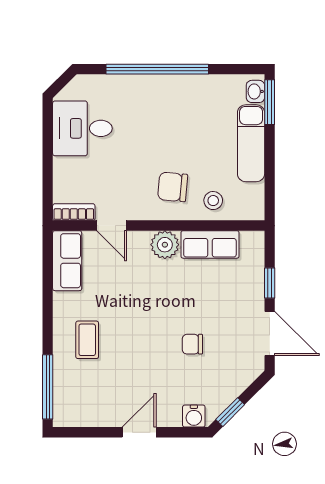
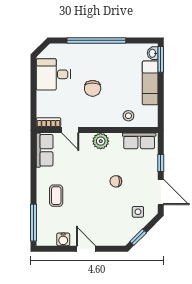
chair: (173, 187) -> (93, 88), moved, turned -95
row of seats: (210, 244) -> (139, 141), moved
chair: (192, 344) -> (116, 181), moved
side table: (230, 368) -> (138, 212), added
water cooler: (194, 416) -> (63, 239), moved
door: (139, 432) -> (86, 249), hinge flipped

